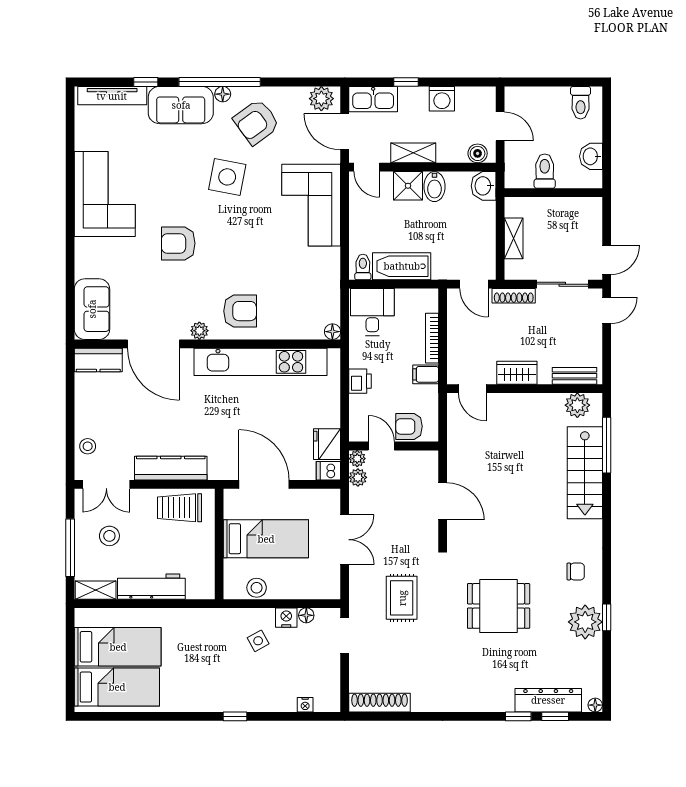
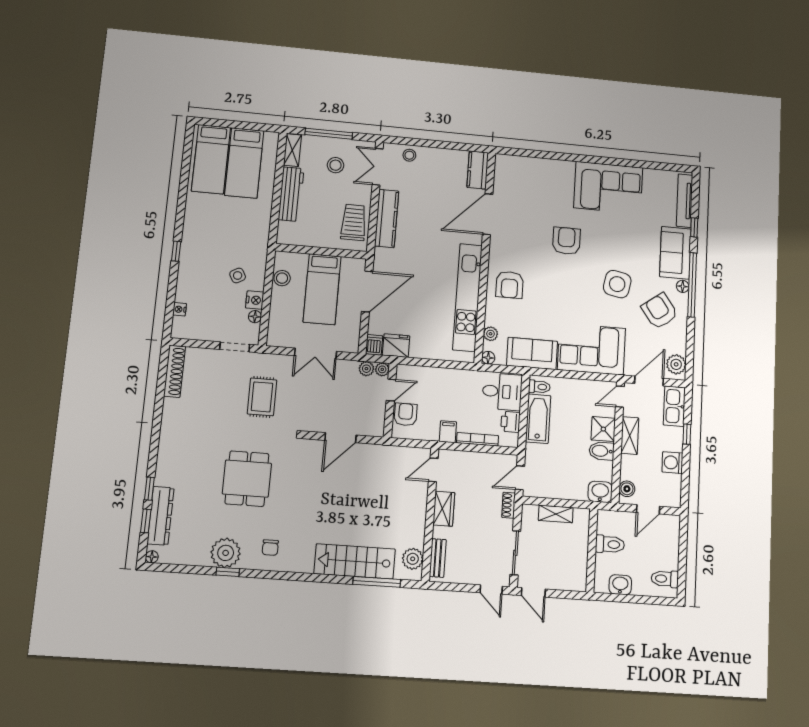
shoe rack: (514, 296) -> (509, 505), width x0.70
sofa: (92, 309) -> (532, 353), moved, turned 180
plant: (199, 331) -> (491, 334), moved
printer: (360, 381) -> (510, 422), moved, turned 90
rug: (402, 598) -> (262, 397), turned 90

